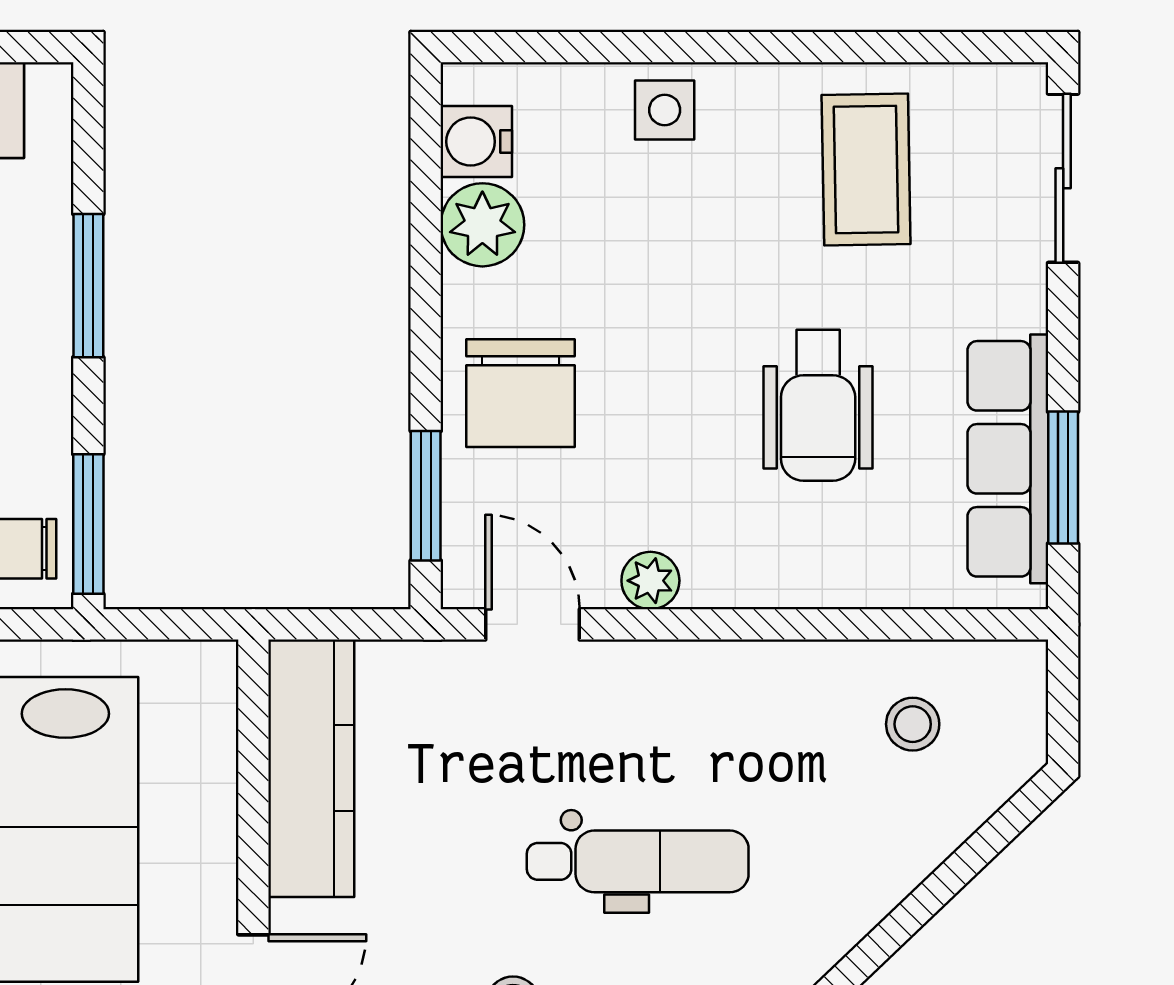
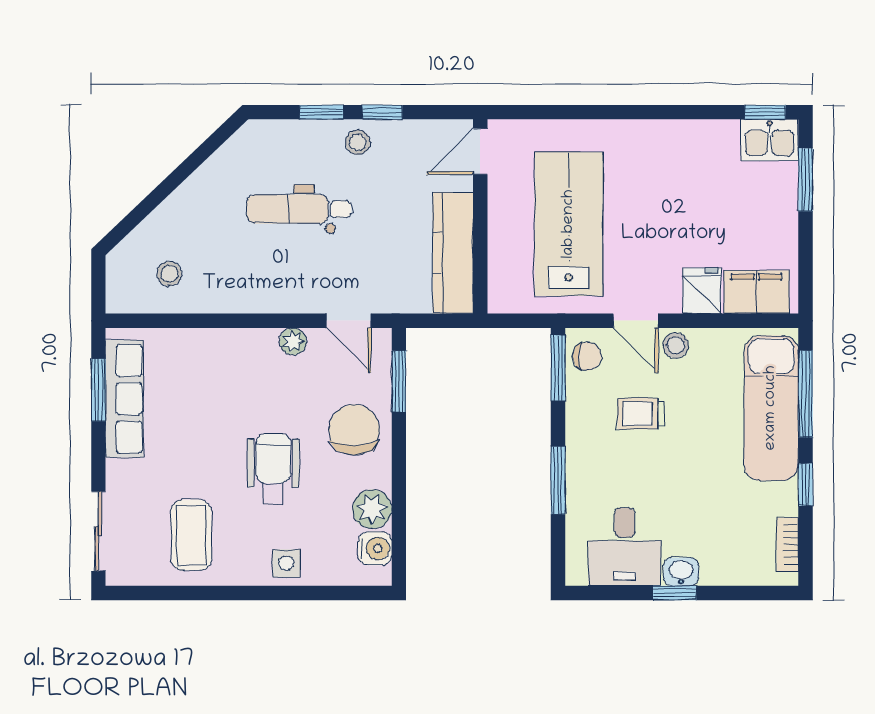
wheelchair: (818, 405) -> (273, 469), moved

